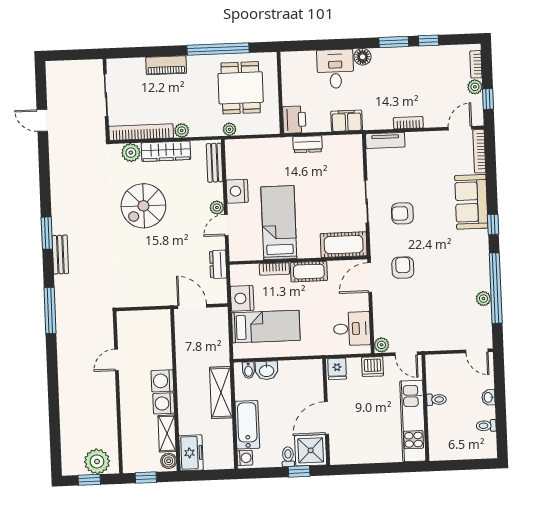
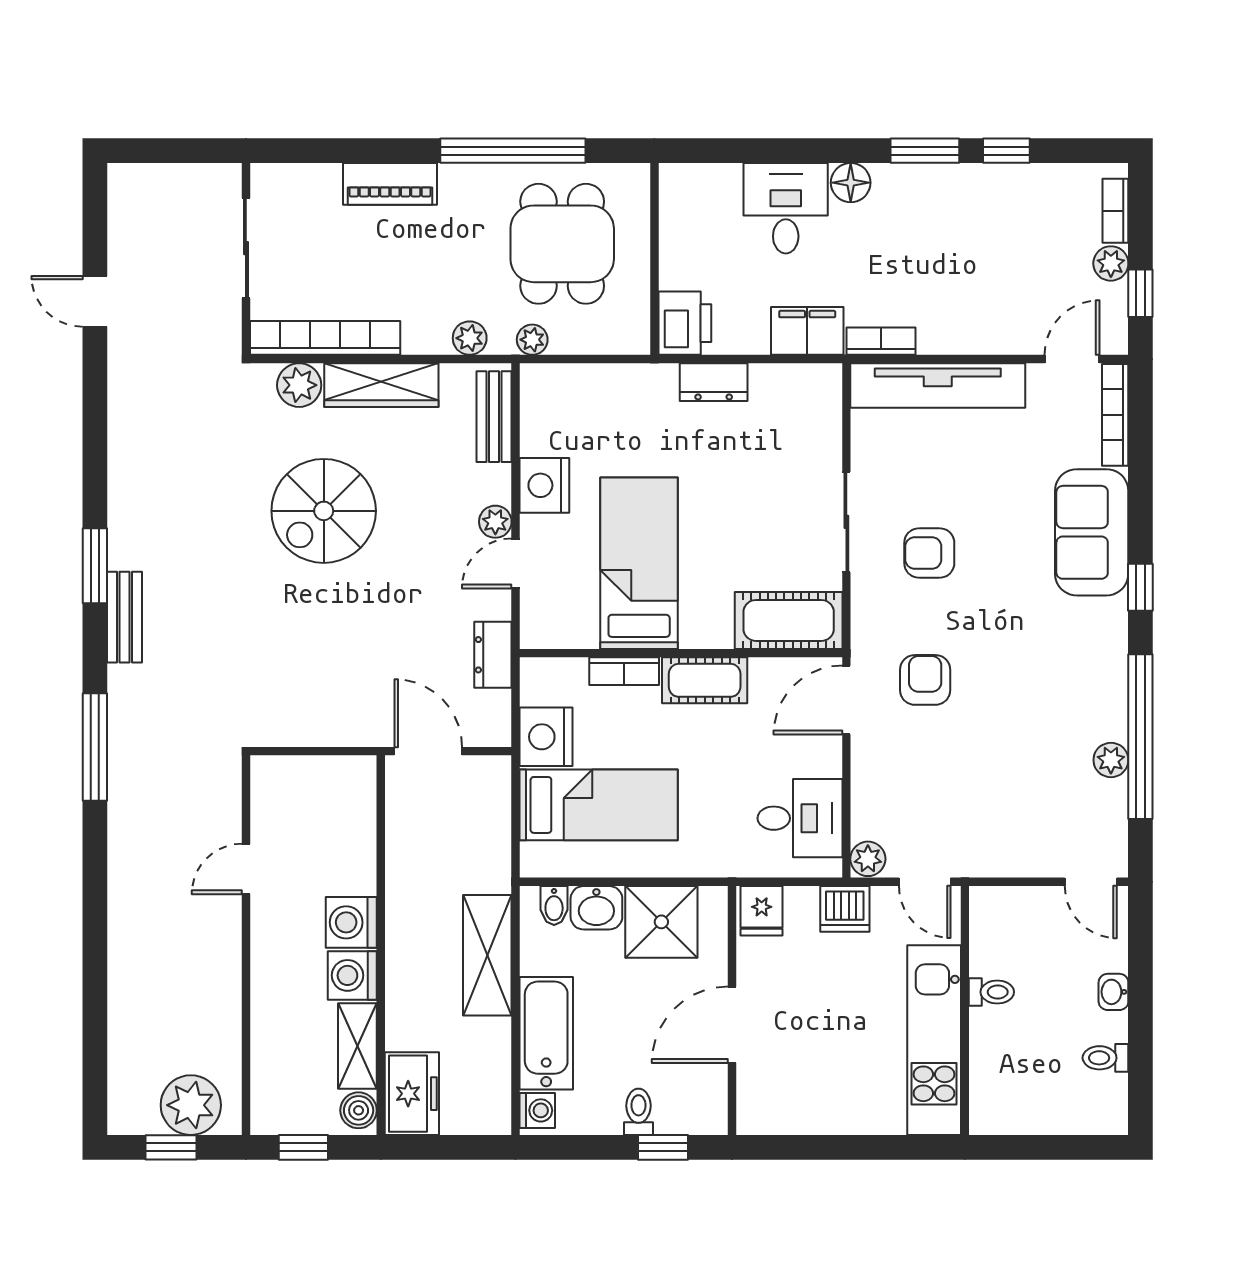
bookcase: (408, 123) -> (881, 341), moved
plant: (182, 130) -> (470, 338), moved
tv unit: (385, 140) -> (938, 385), width x1.92, depth x1.29
shower: (311, 450) -> (661, 922), moved

